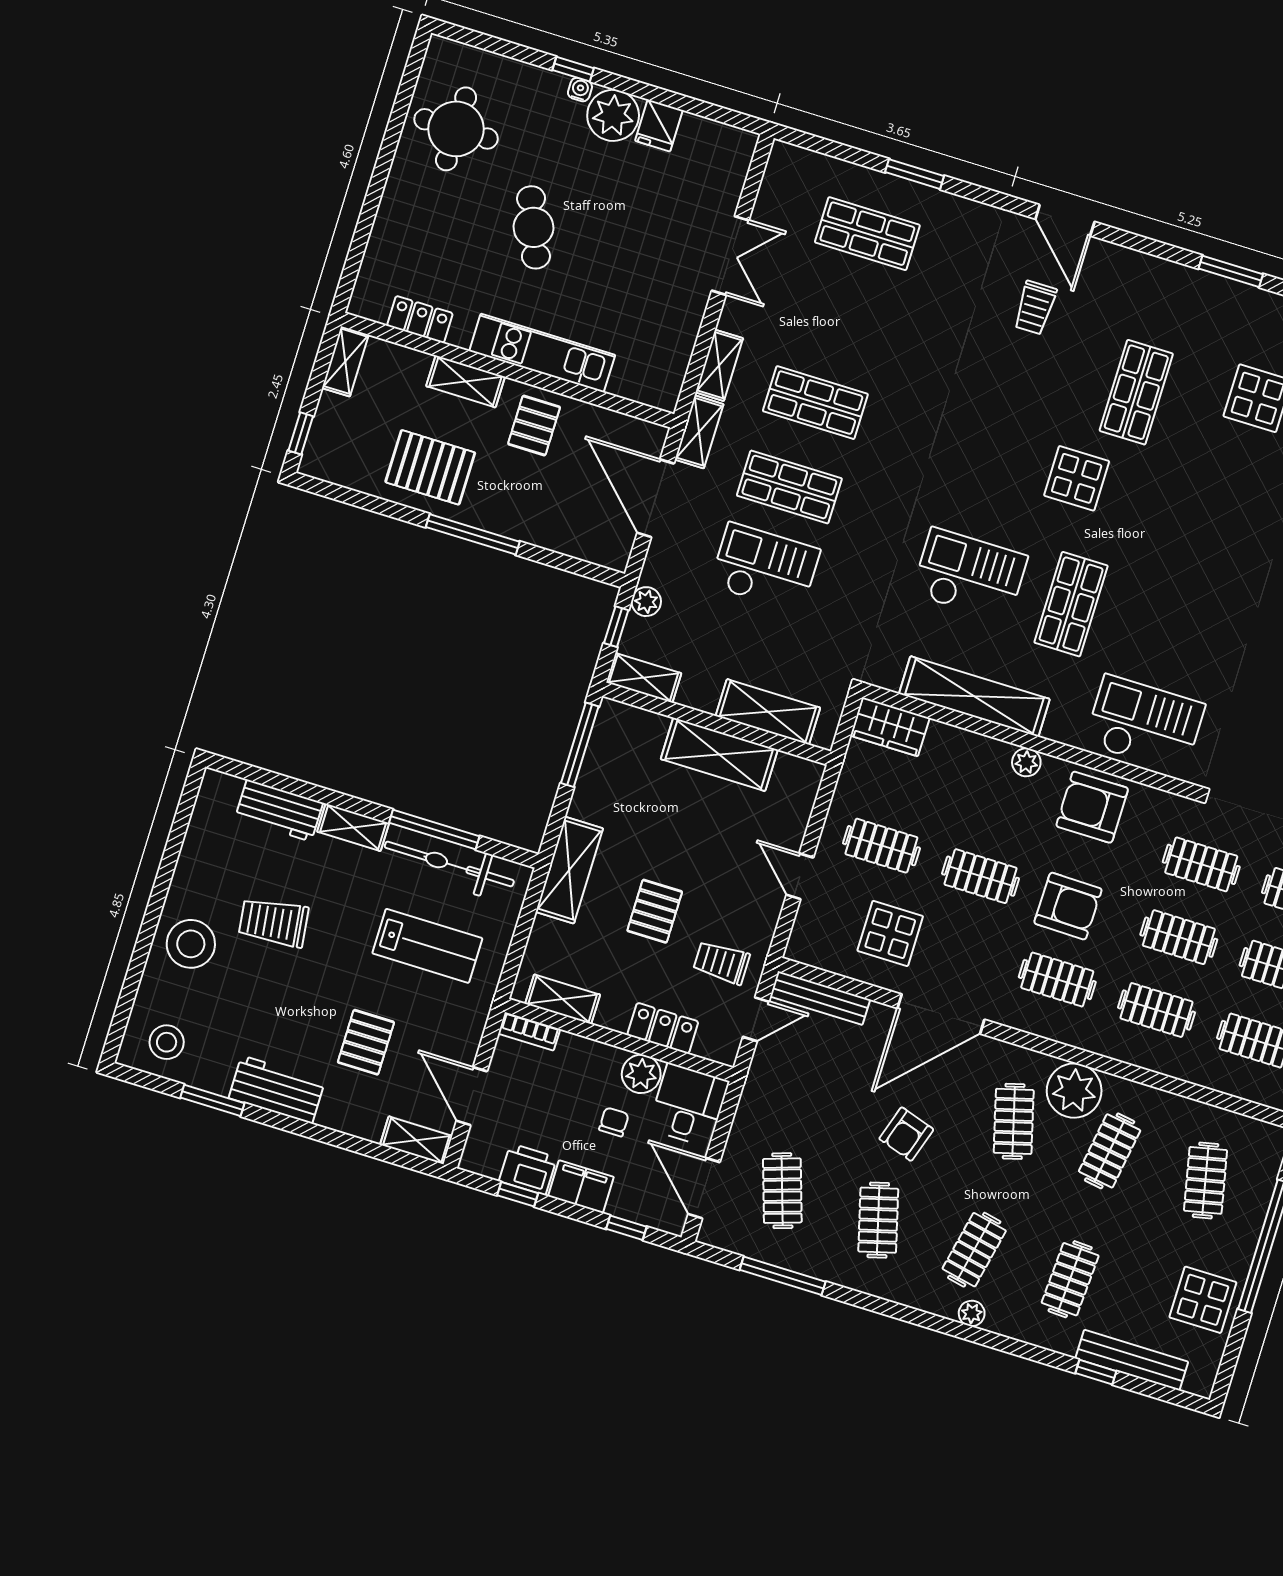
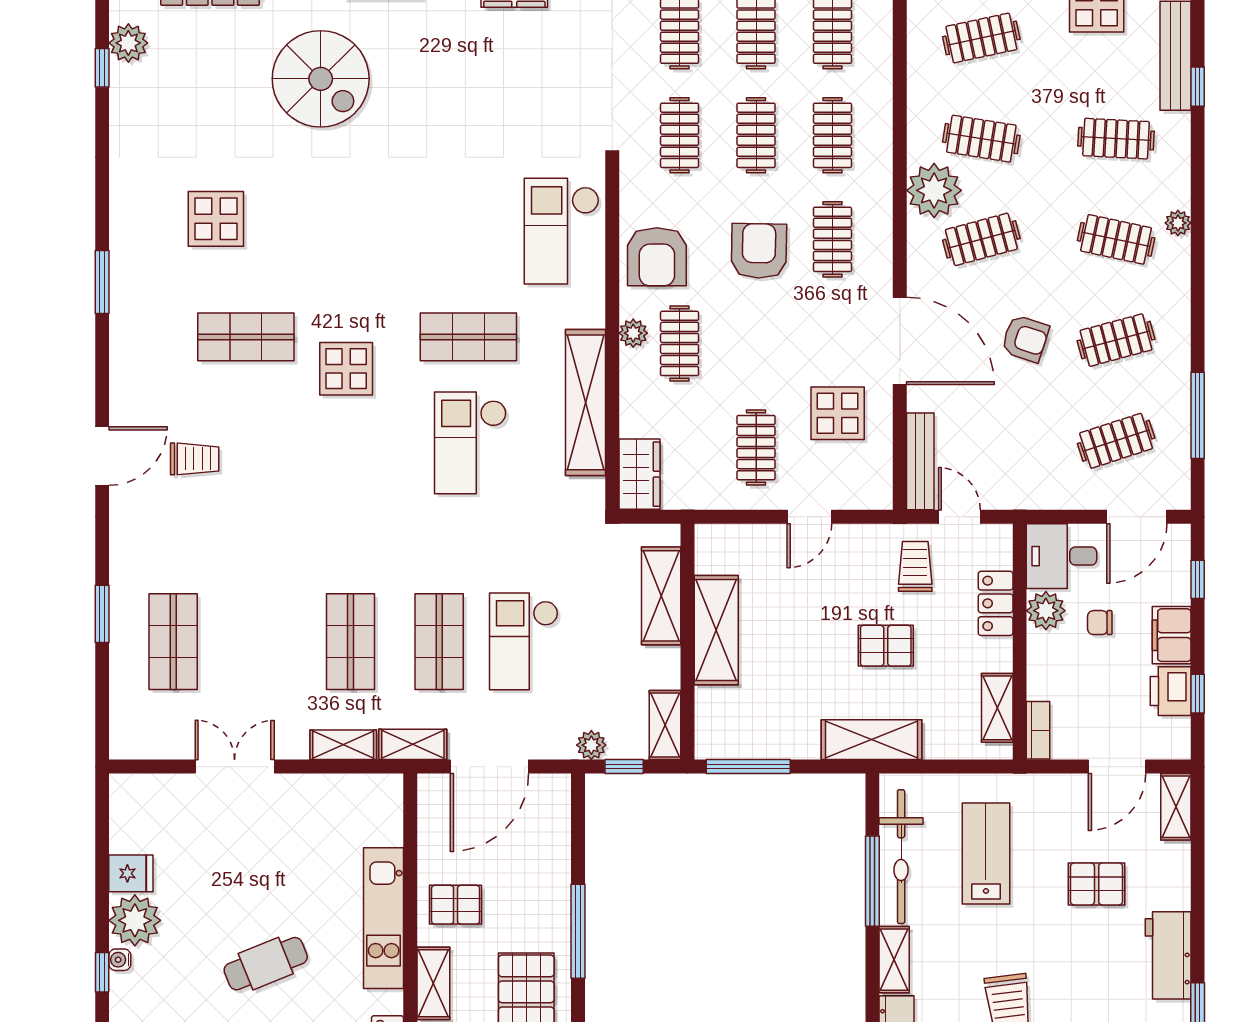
clothes rail: (981, 876) -> (680, 343), moved
trolley: (722, 963) -> (915, 566), turned 180

